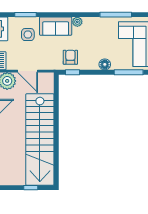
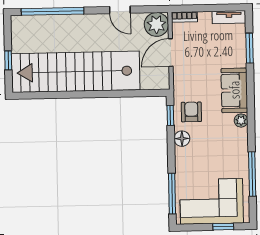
side table: (28, 35) -> (222, 52), removed
armchair: (70, 57) -> (191, 112), turned -90
floor lamp: (105, 64) -> (182, 139), moved

